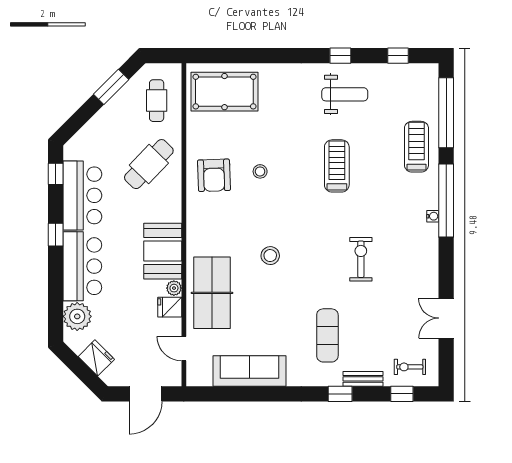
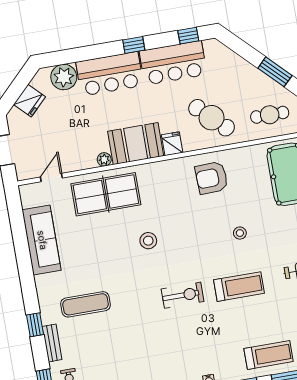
stool: (260, 171) -> (240, 233), moved
exercise bike: (361, 259) -> (183, 295), moved
fridge: (170, 307) -> (172, 144), moved

